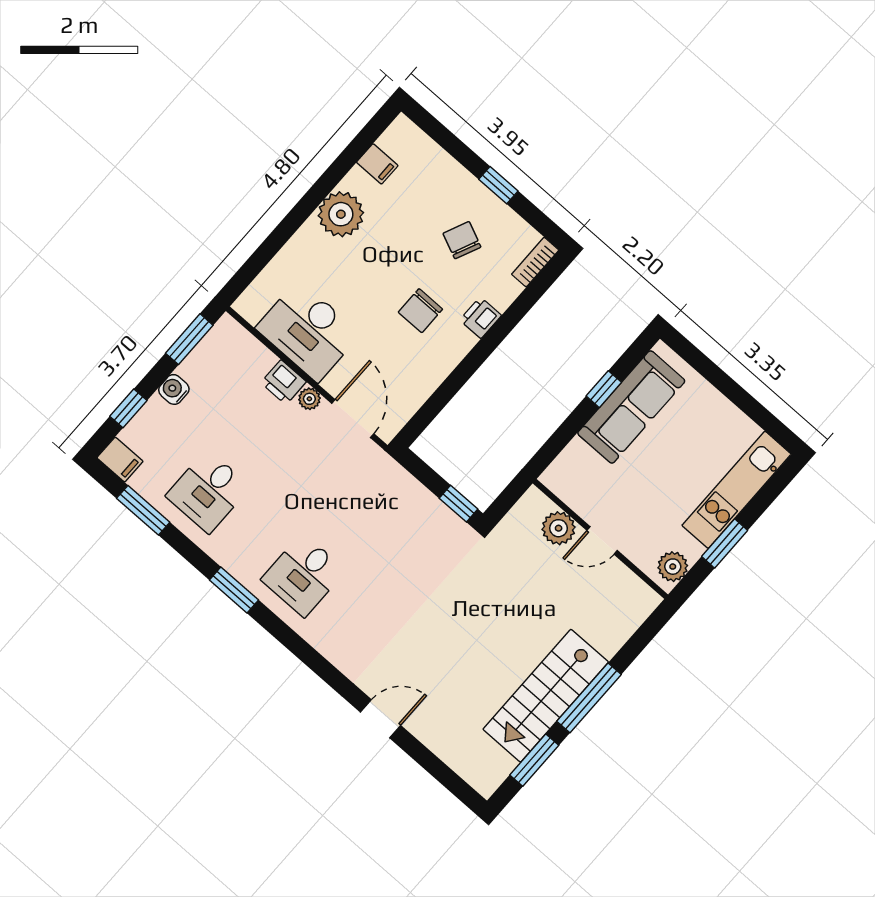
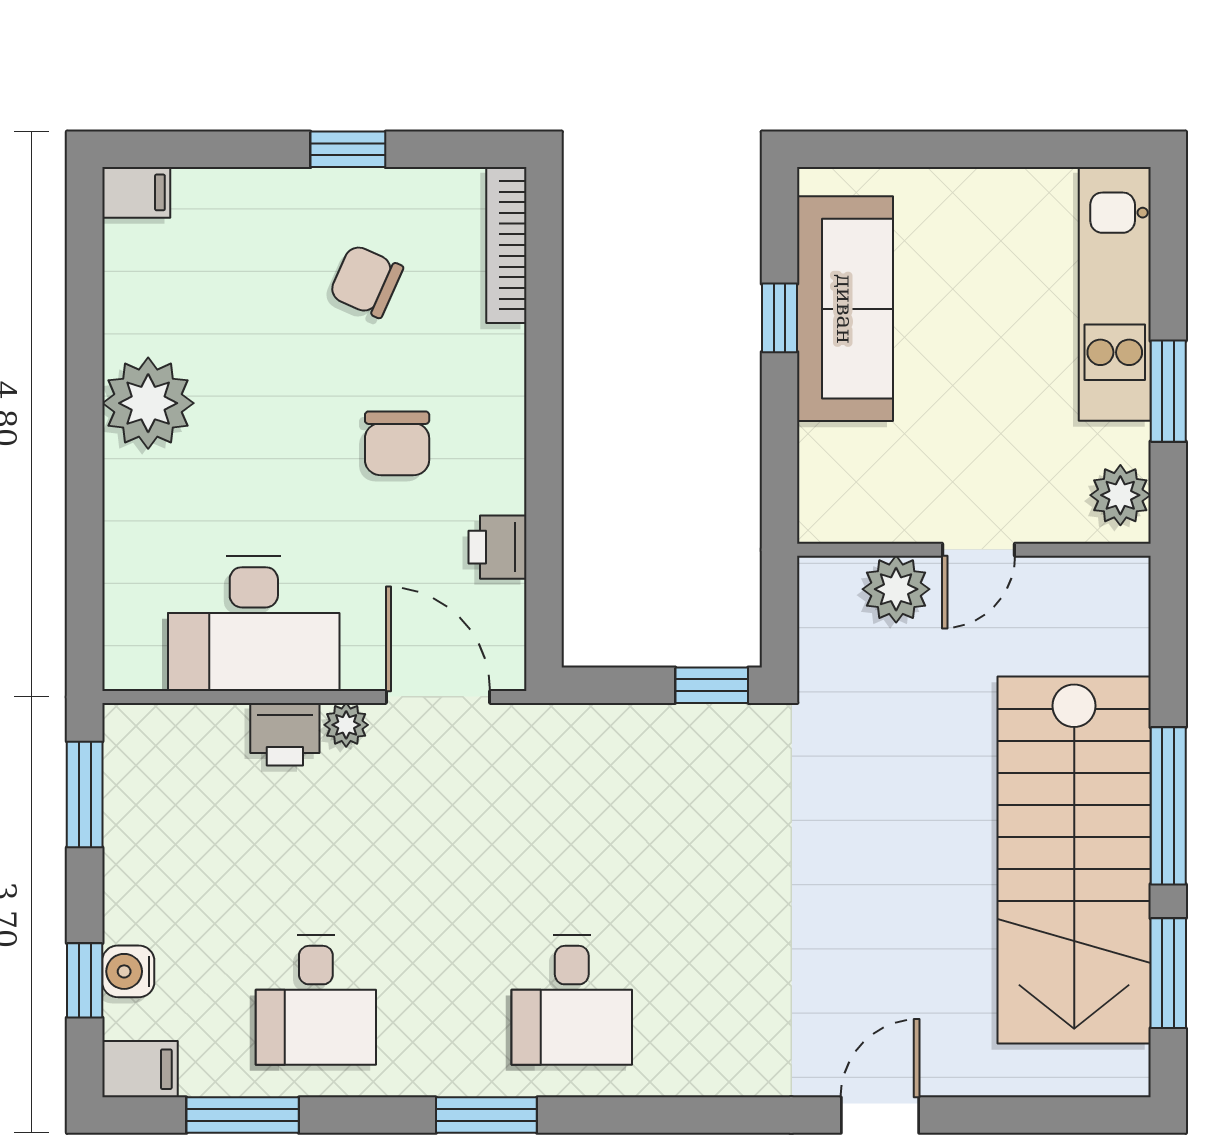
filing cabinet: (377, 164) -> (136, 192), moved
bookcase: (535, 262) -> (506, 245), width x1.56
printer: (481, 318) -> (497, 547), moved
water cooler: (174, 389) -> (128, 971), moved
stairs: (546, 696) -> (1074, 860), width x1.36, depth x1.51

